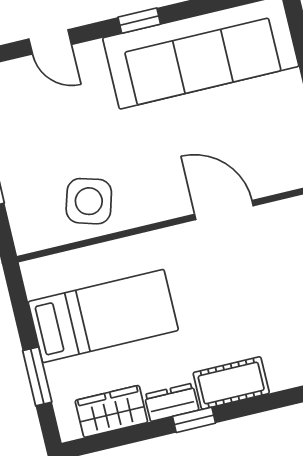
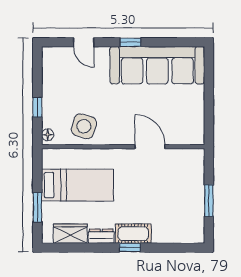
floor lamp: (24, 234) -> (48, 135), added
window: (194, 420) -> (130, 248), moved

